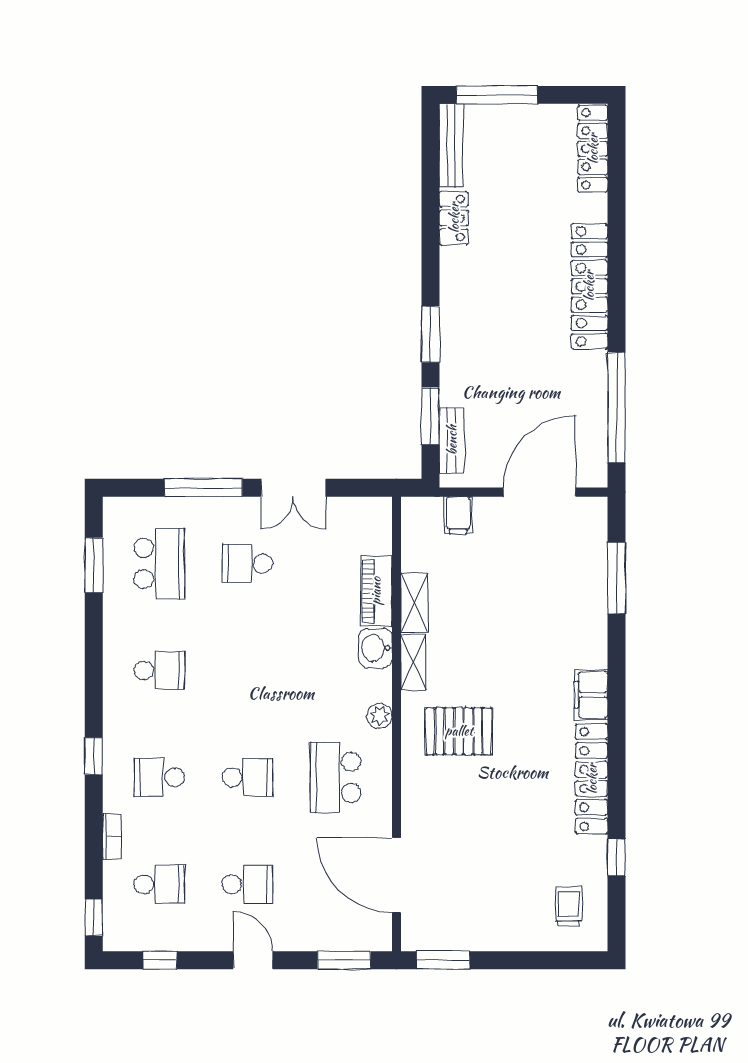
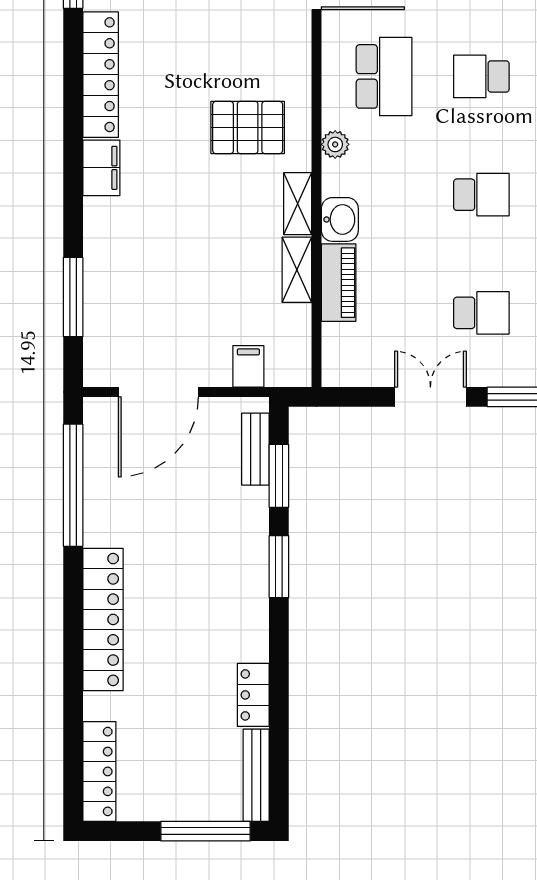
school desk: (247, 670) -> (481, 195), added

